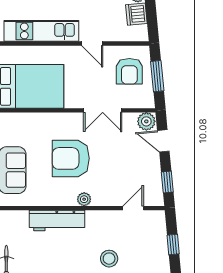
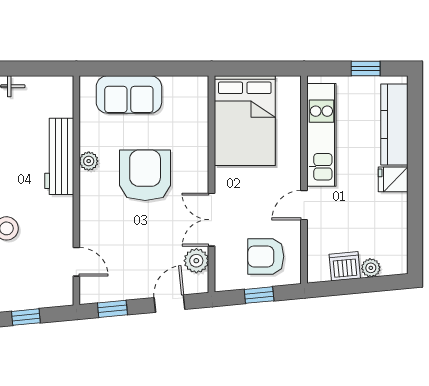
window: (157, 76) -> (259, 295), width x0.67
plant: (146, 121) -> (196, 261), moved
plant: (84, 199) -> (89, 161), moved

